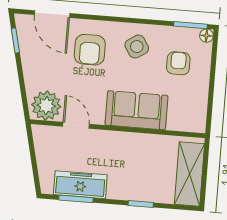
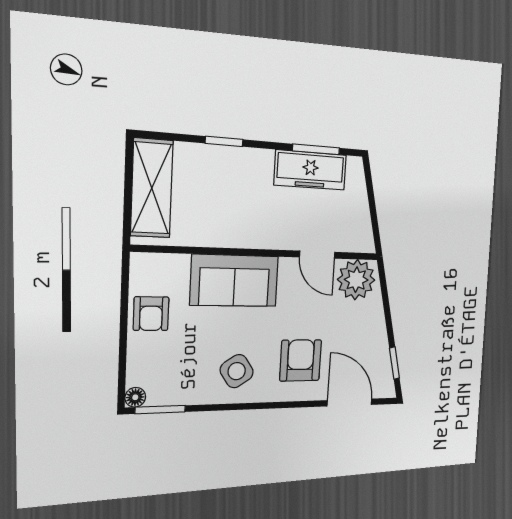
armchair: (178, 63) -> (151, 314), moved

